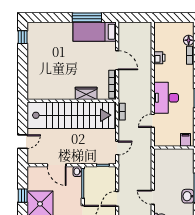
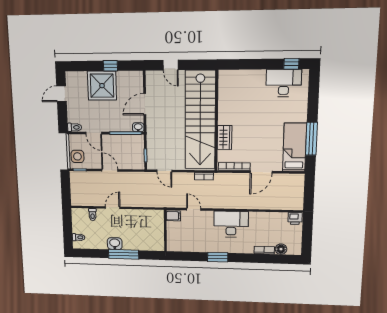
desk: (39, 43) -> (284, 83), added
printer: (159, 58) -> (295, 218), moved
desk: (166, 98) -> (231, 224), moved
filing cabinet: (185, 140) -> (173, 216), moved

